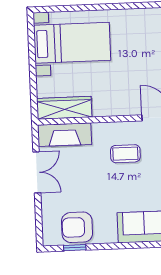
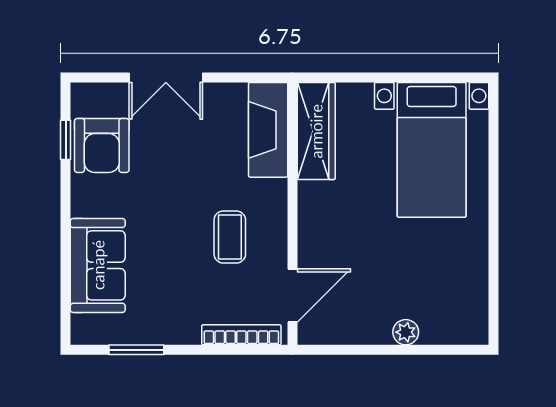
double door: (37, 172) -> (166, 77), moved
armchair: (77, 227) -> (102, 145), turned 180

